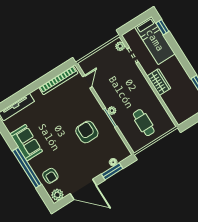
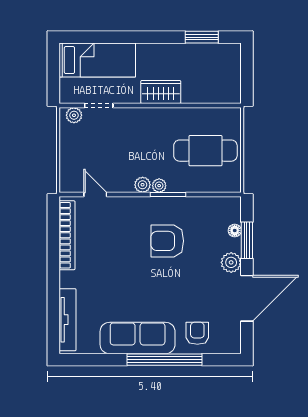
window: (162, 27) -> (85, 37), removed
plant: (107, 102) -> (143, 185), added
cafe table: (144, 123) -> (205, 151), width x1.37, depth x1.35
sofa: (26, 143) -> (138, 338), width x1.36
armchair: (50, 176) -> (197, 333), turned -90
plant: (57, 195) -> (231, 262), moved

